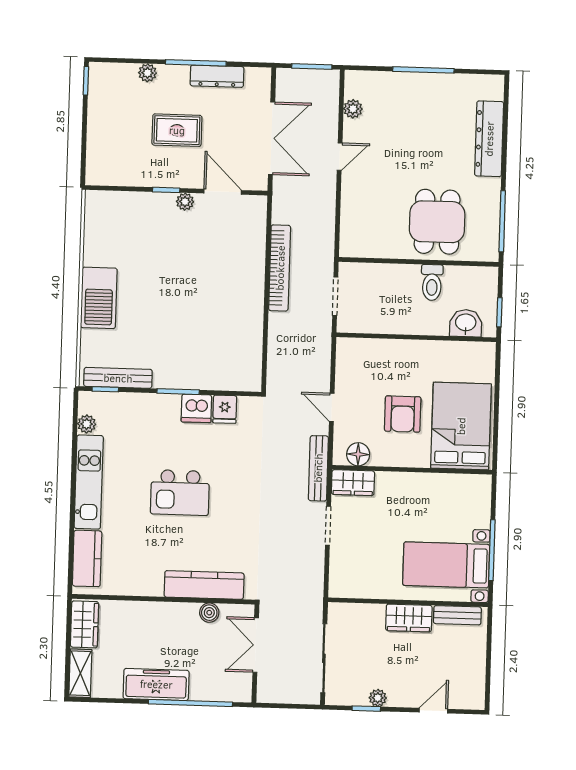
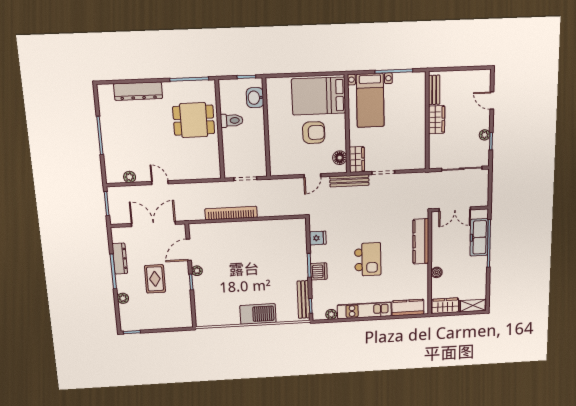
dishwasher: (196, 408) -> (319, 271), moved
bed with nightstands: (446, 565) -> (370, 100), moved
boiler: (209, 613) -> (437, 272), moved
freezer: (156, 684) -> (479, 237), moved

